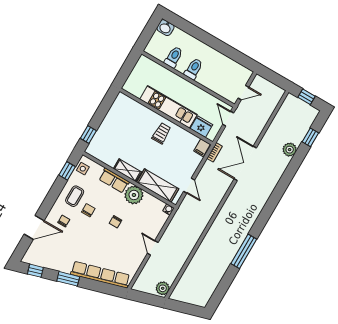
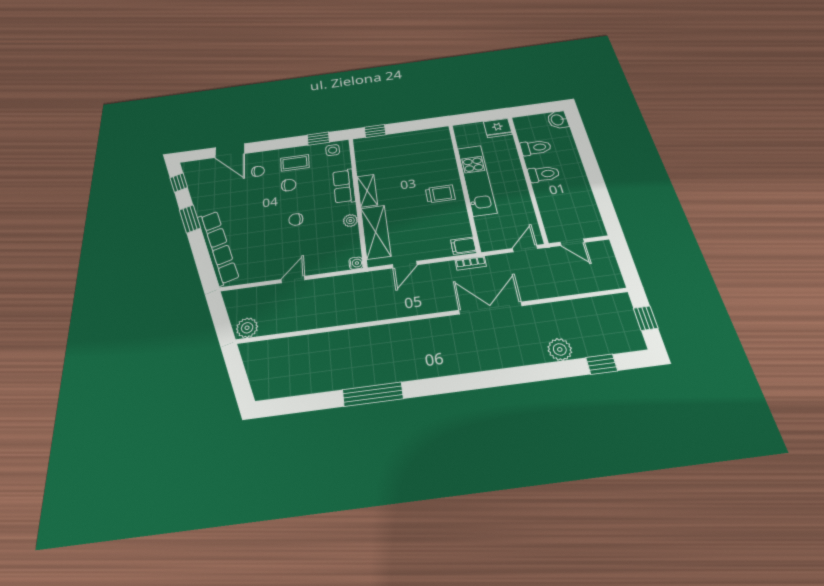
fridge: (201, 127) -> (498, 128), moved, turned 90
plant: (134, 195) -> (350, 221), width x0.53, depth x0.53

